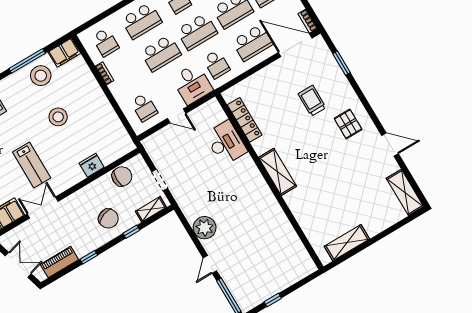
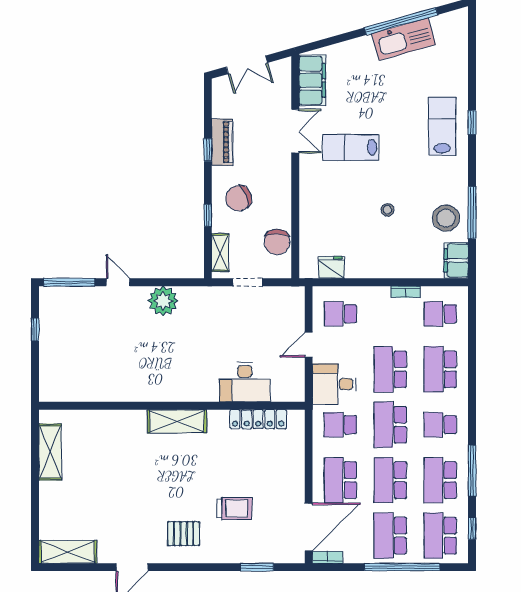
stool: (58, 117) -> (388, 210), width x0.53, depth x0.53
fridge: (92, 165) -> (331, 267), moved, turned -90
piano: (59, 262) -> (222, 142), moved

